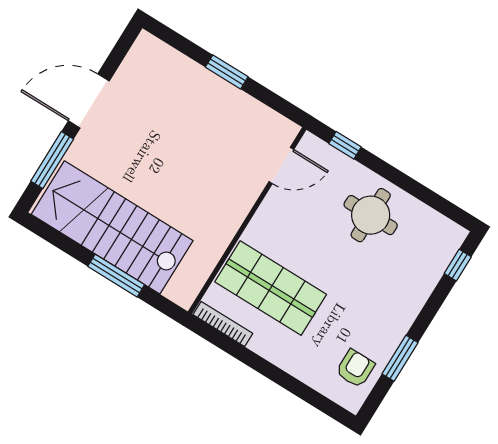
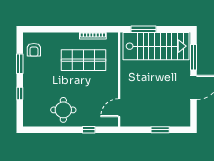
window: (227, 72) -> (160, 130), moved
door: (281, 165) -> (119, 108), moved
wall: (247, 221) -> (119, 80), moved
window: (458, 265) -> (20, 94), moved

